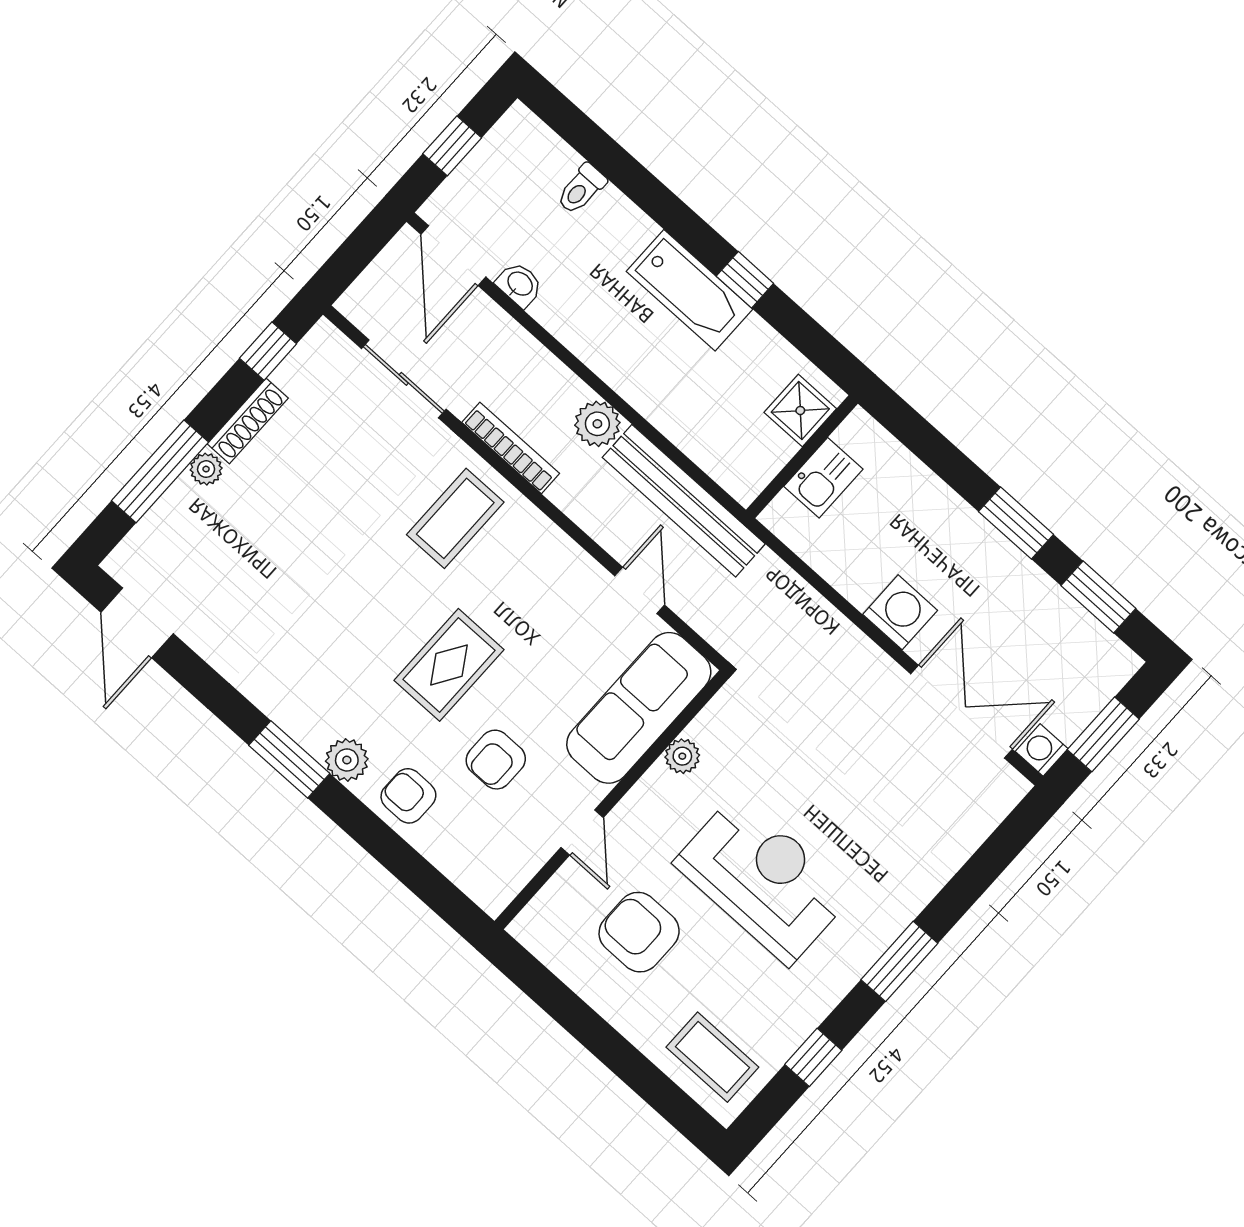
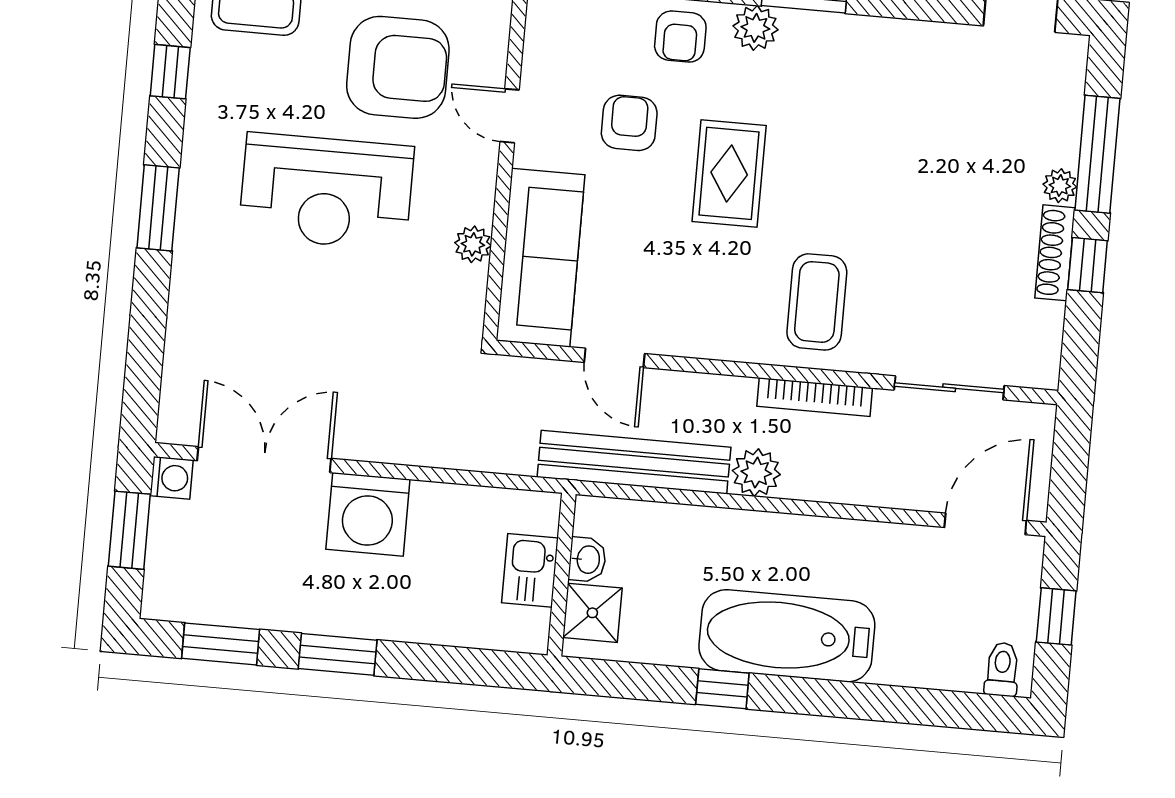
toilet: (581, 189) -> (1002, 669), moved
door: (453, 256) -> (985, 524), hinge flipped
washbasin: (519, 284) -> (587, 560), moved, turned -90
bathtub: (689, 290) -> (787, 636), width x1.36, depth x1.36
window: (268, 351) -> (1088, 265), moved
washing machine: (900, 612) -> (368, 514), width x1.37, depth x1.37
double door: (961, 712) -> (264, 460), swing flipped
armchair: (408, 796) -> (680, 37), turned 90
armchair: (639, 932) -> (398, 67), width x1.36, depth x1.36

